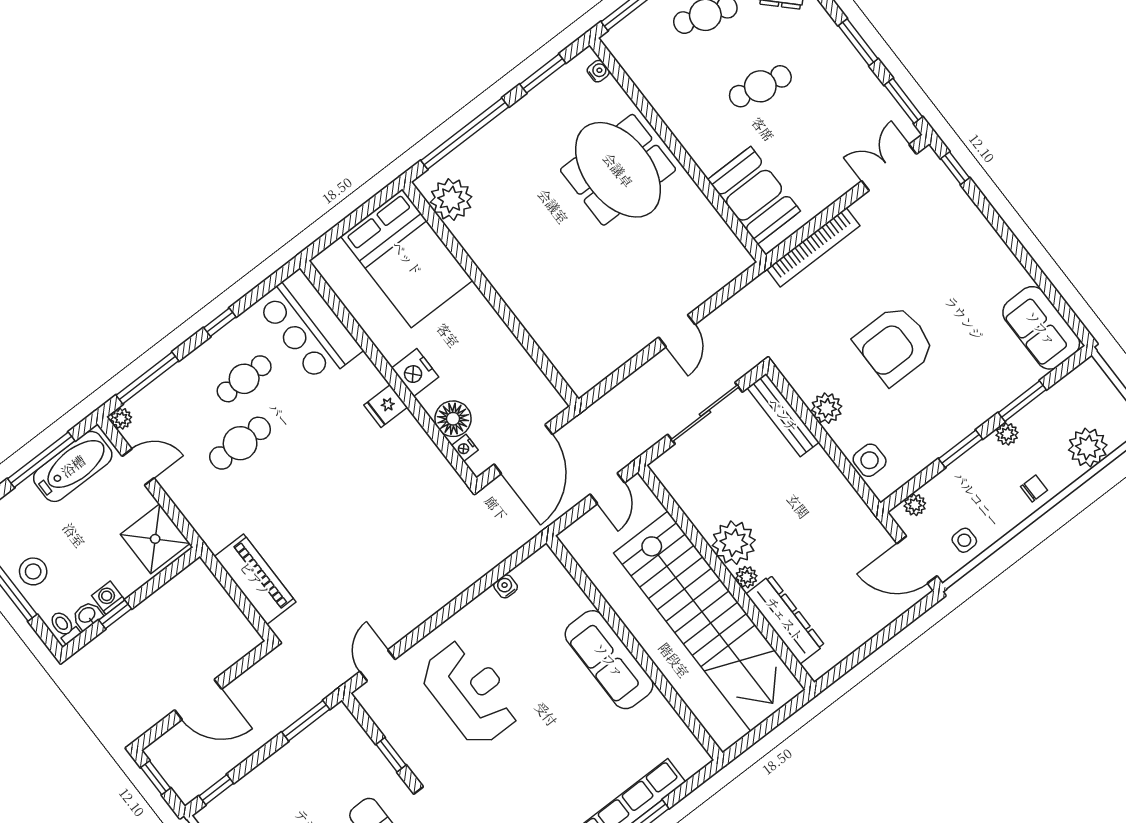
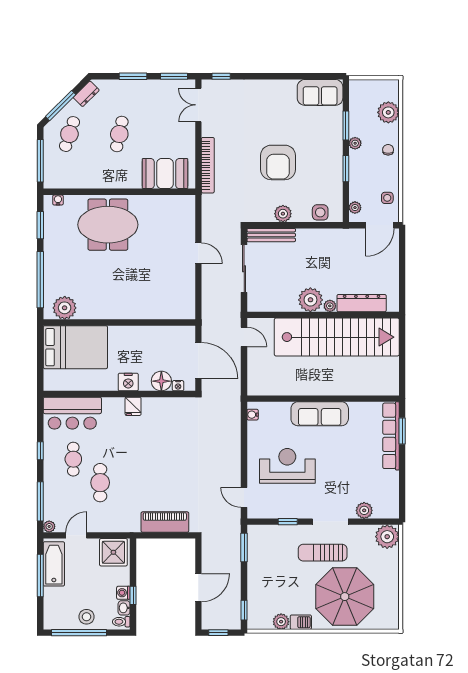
wall: (635, 648) -> (323, 399), moved
sofa: (609, 660) -> (320, 414), moved

